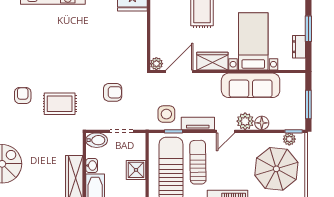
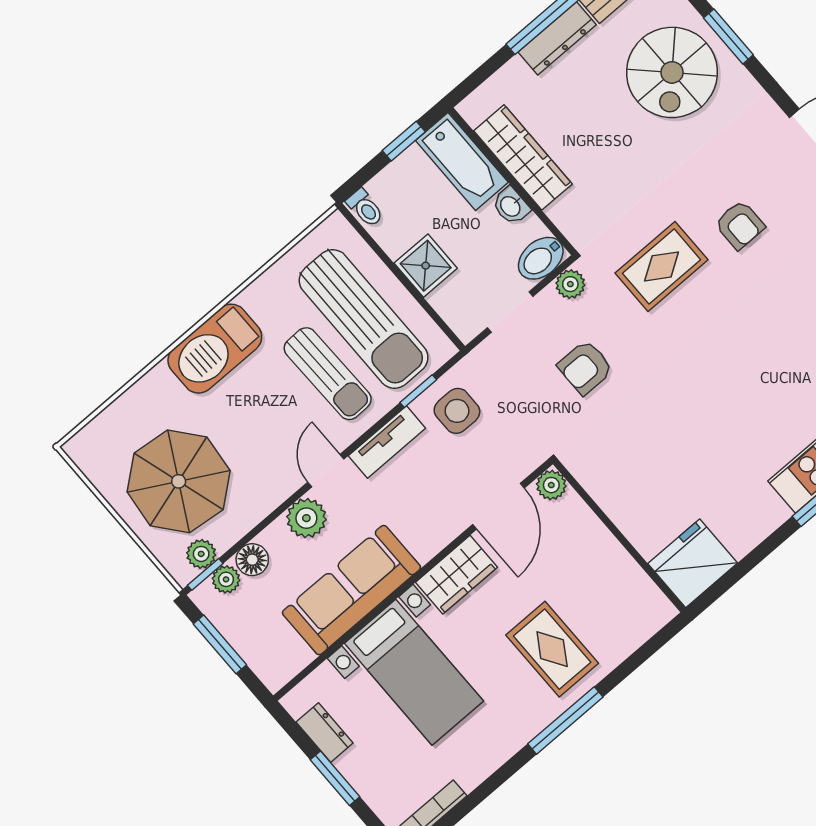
floor lamp: (262, 123) -> (252, 560), moved
plant: (94, 124) -> (570, 284), added
plant: (288, 124) -> (226, 579), added

